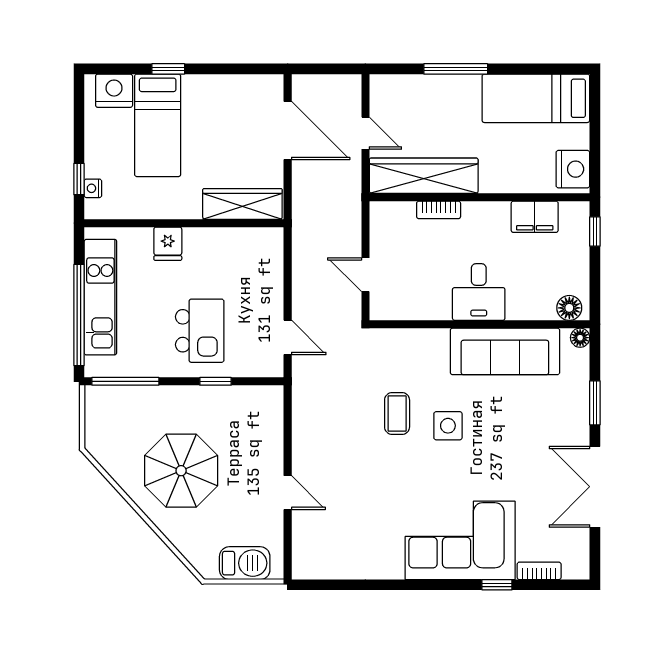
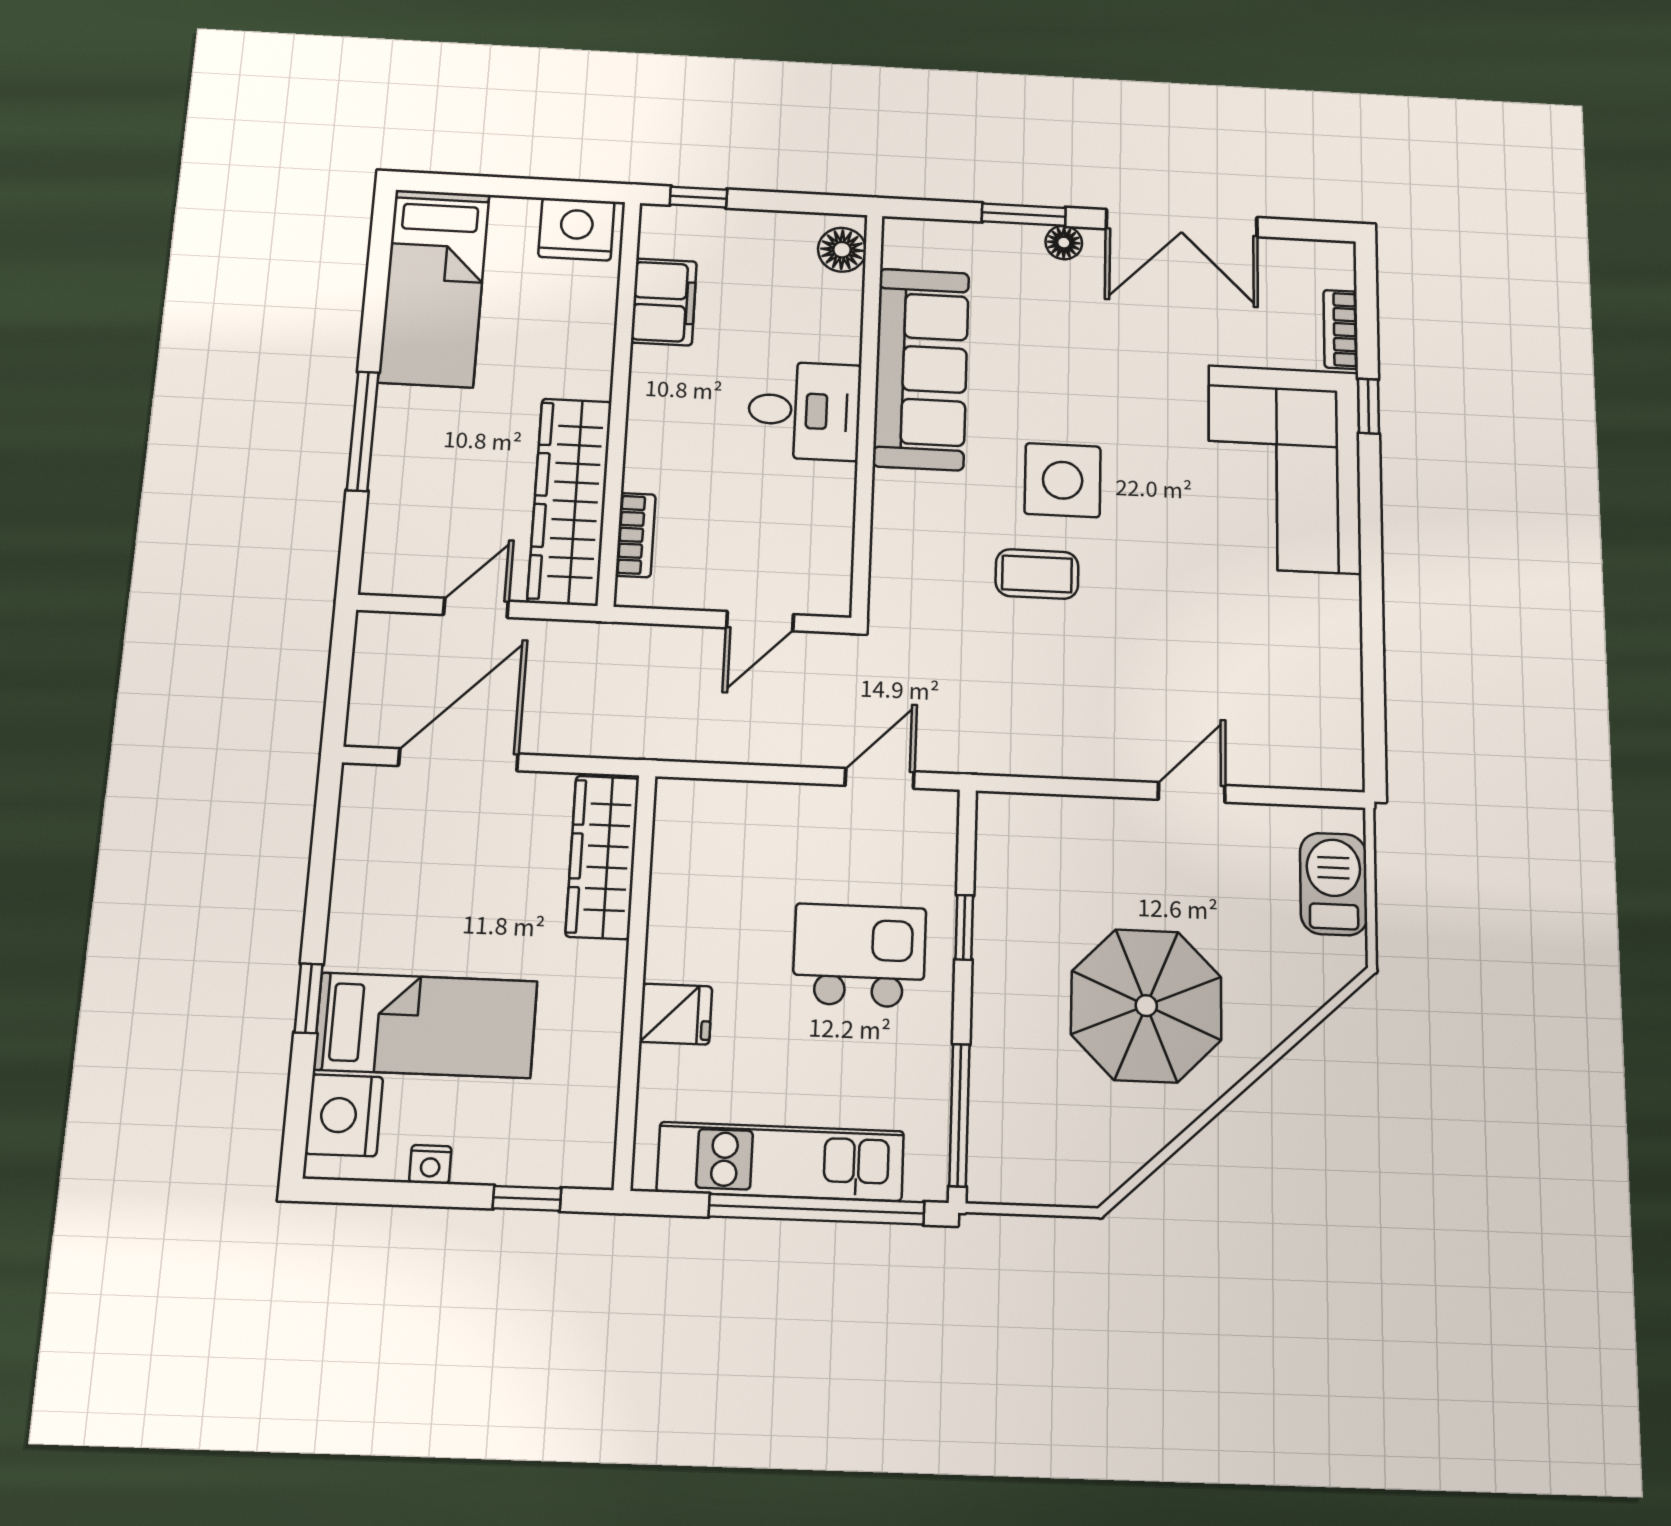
nightstand: (93, 188) -> (430, 1164), moved
bookcase: (439, 210) -> (636, 535), moved
floor lamp: (580, 338) -> (1064, 243), moved
side table: (448, 426) -> (1063, 480), width x1.37, depth x1.37

